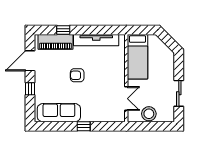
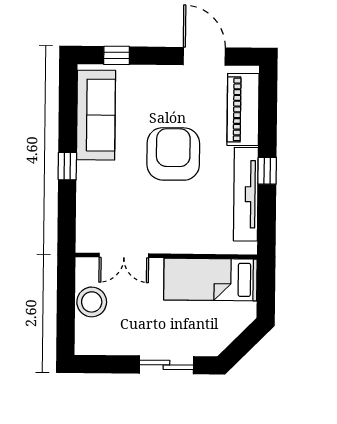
window: (63, 30) -> (267, 171), moved
armchair: (77, 75) -> (173, 154), width x1.88, depth x1.88
window: (30, 89) -> (117, 55), moved
sliding door: (179, 93) -> (166, 365), moved

